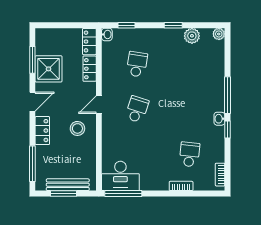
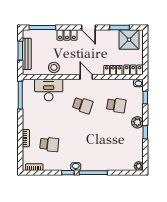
plant: (192, 36) -> (137, 122), moved
shower: (49, 69) -> (129, 40), moved
stool: (77, 128) -> (54, 67), moved
desk: (120, 176) -> (49, 90), moved, turned 90

